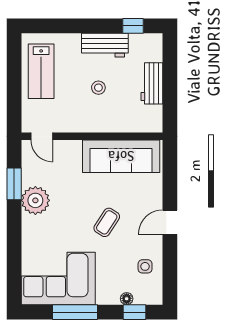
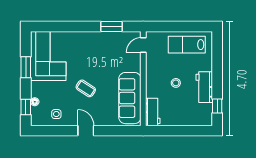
workbench: (152, 83) -> (153, 112), moved, turned 90
plant: (35, 200) -> (100, 41), removed
window: (75, 312) -> (26, 67), width x0.69

